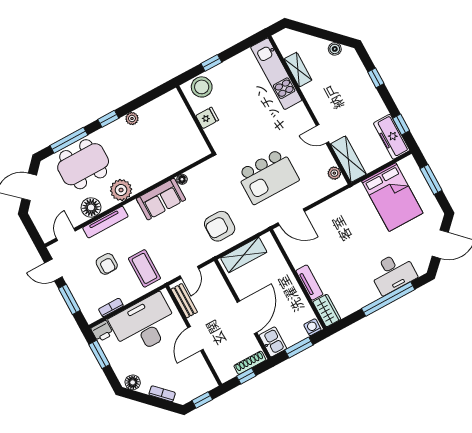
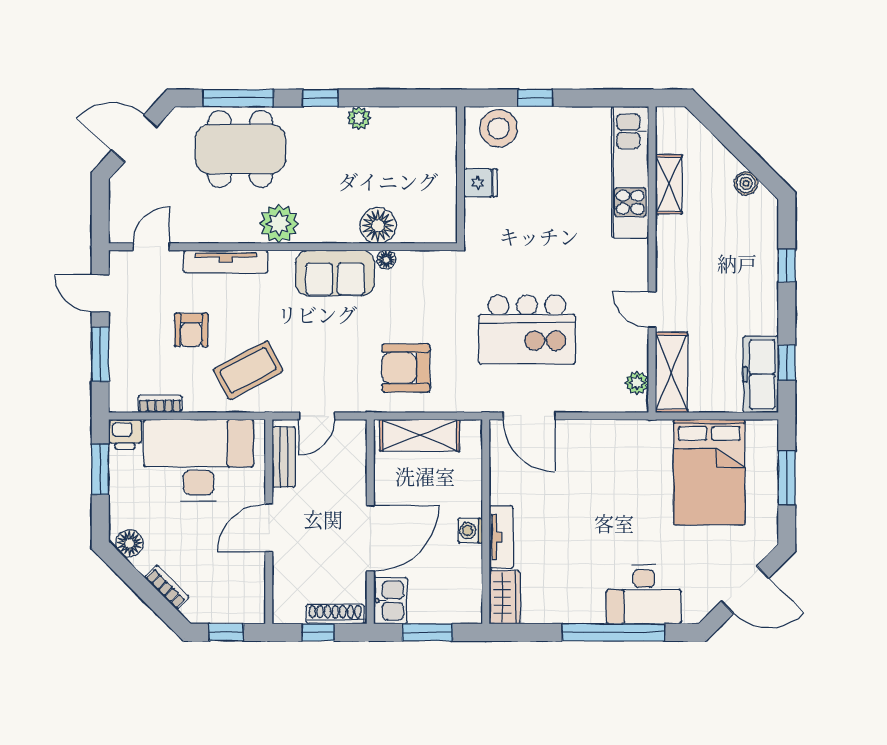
floor lamp: (91, 207) -> (378, 226), moved
coffee table: (144, 268) -> (248, 370), turned 62
washing machine: (312, 327) -> (470, 531), moved, turned -90

